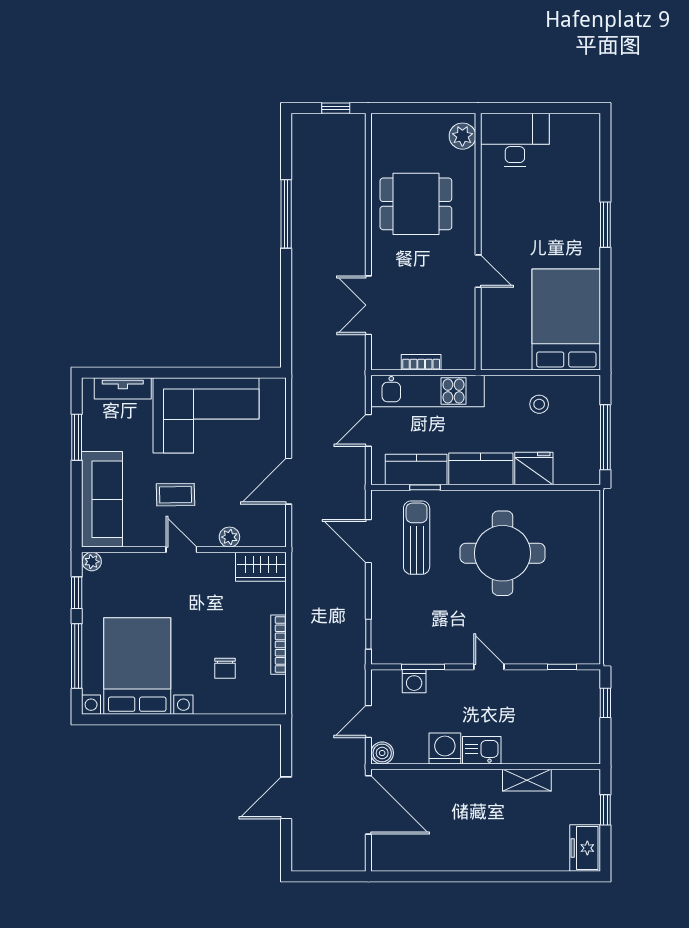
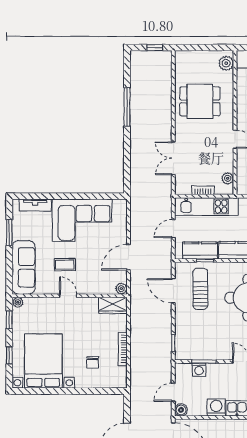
plant: (465, 341) -> (228, 178), added
plant: (229, 537) -> (121, 289), moved
window: (77, 656) -> (9, 355), width x0.46

